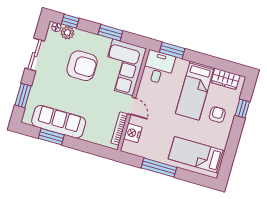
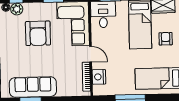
armchair: (82, 66) -> (38, 33), turned 90

